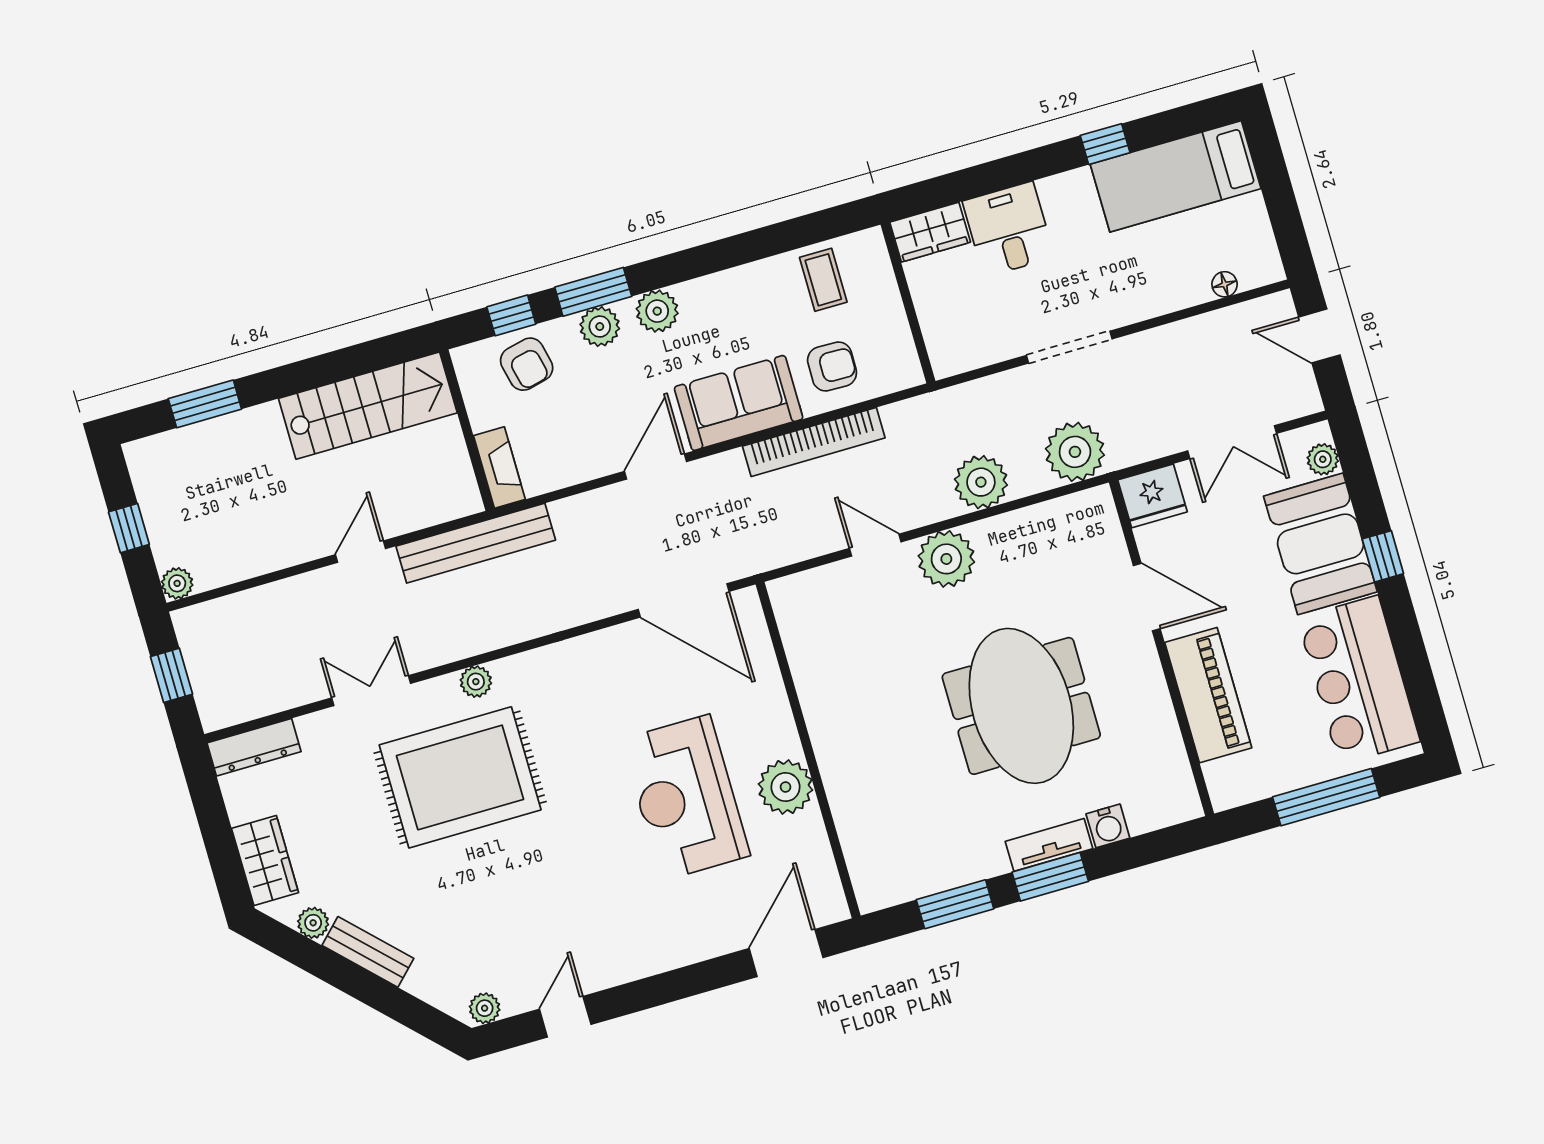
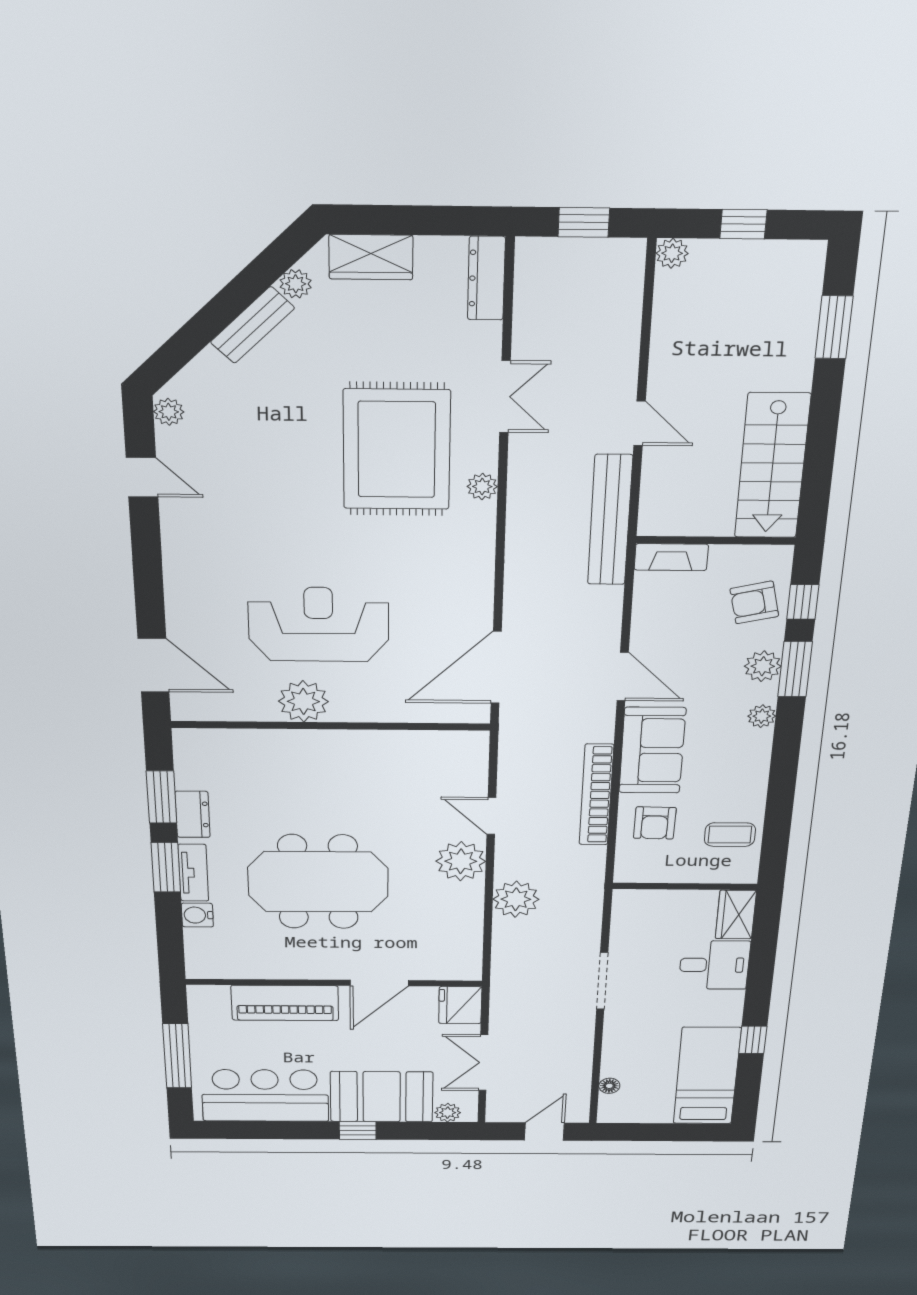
plant: (657, 311) -> (762, 716), width x0.73, depth x0.73
plant: (1075, 452) -> (516, 965), removed
door: (875, 545) -> (491, 816), swing flipped
dresser: (969, 866) -> (193, 814), added

